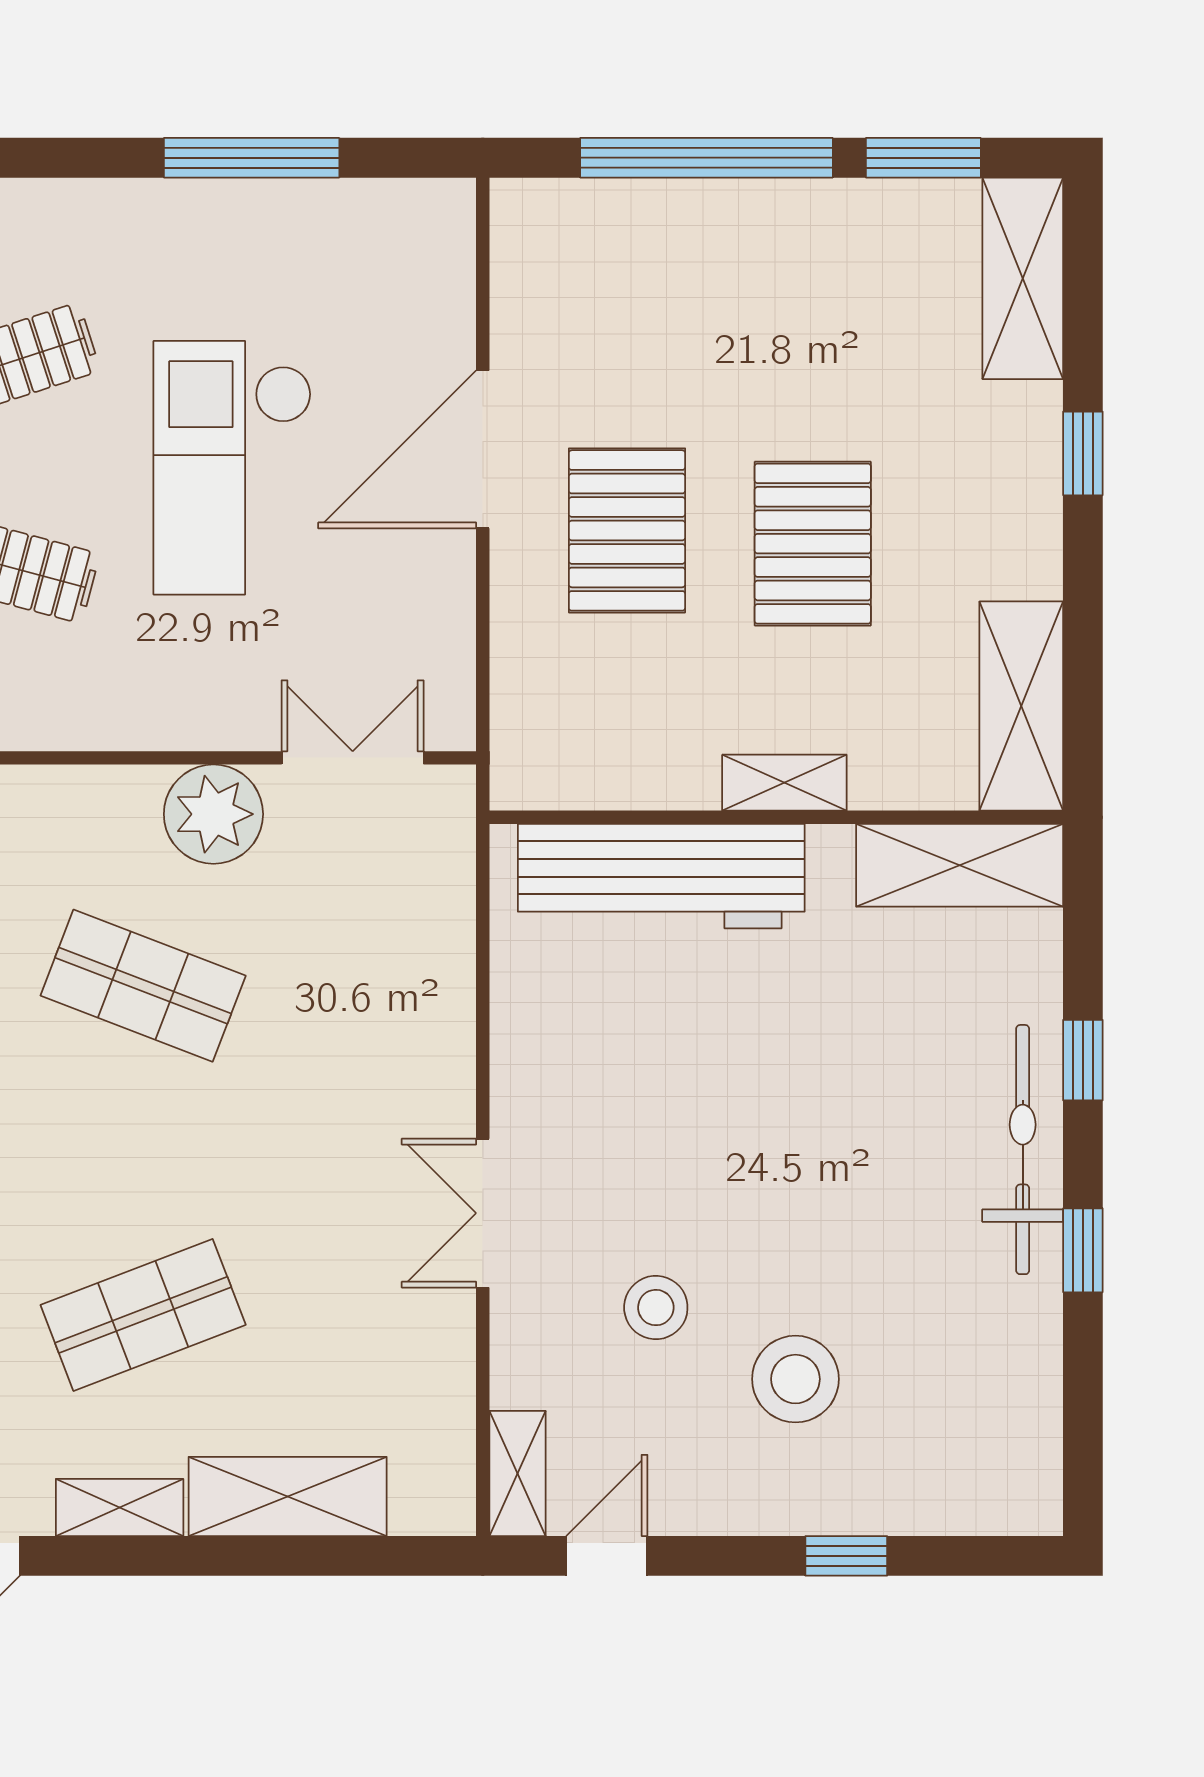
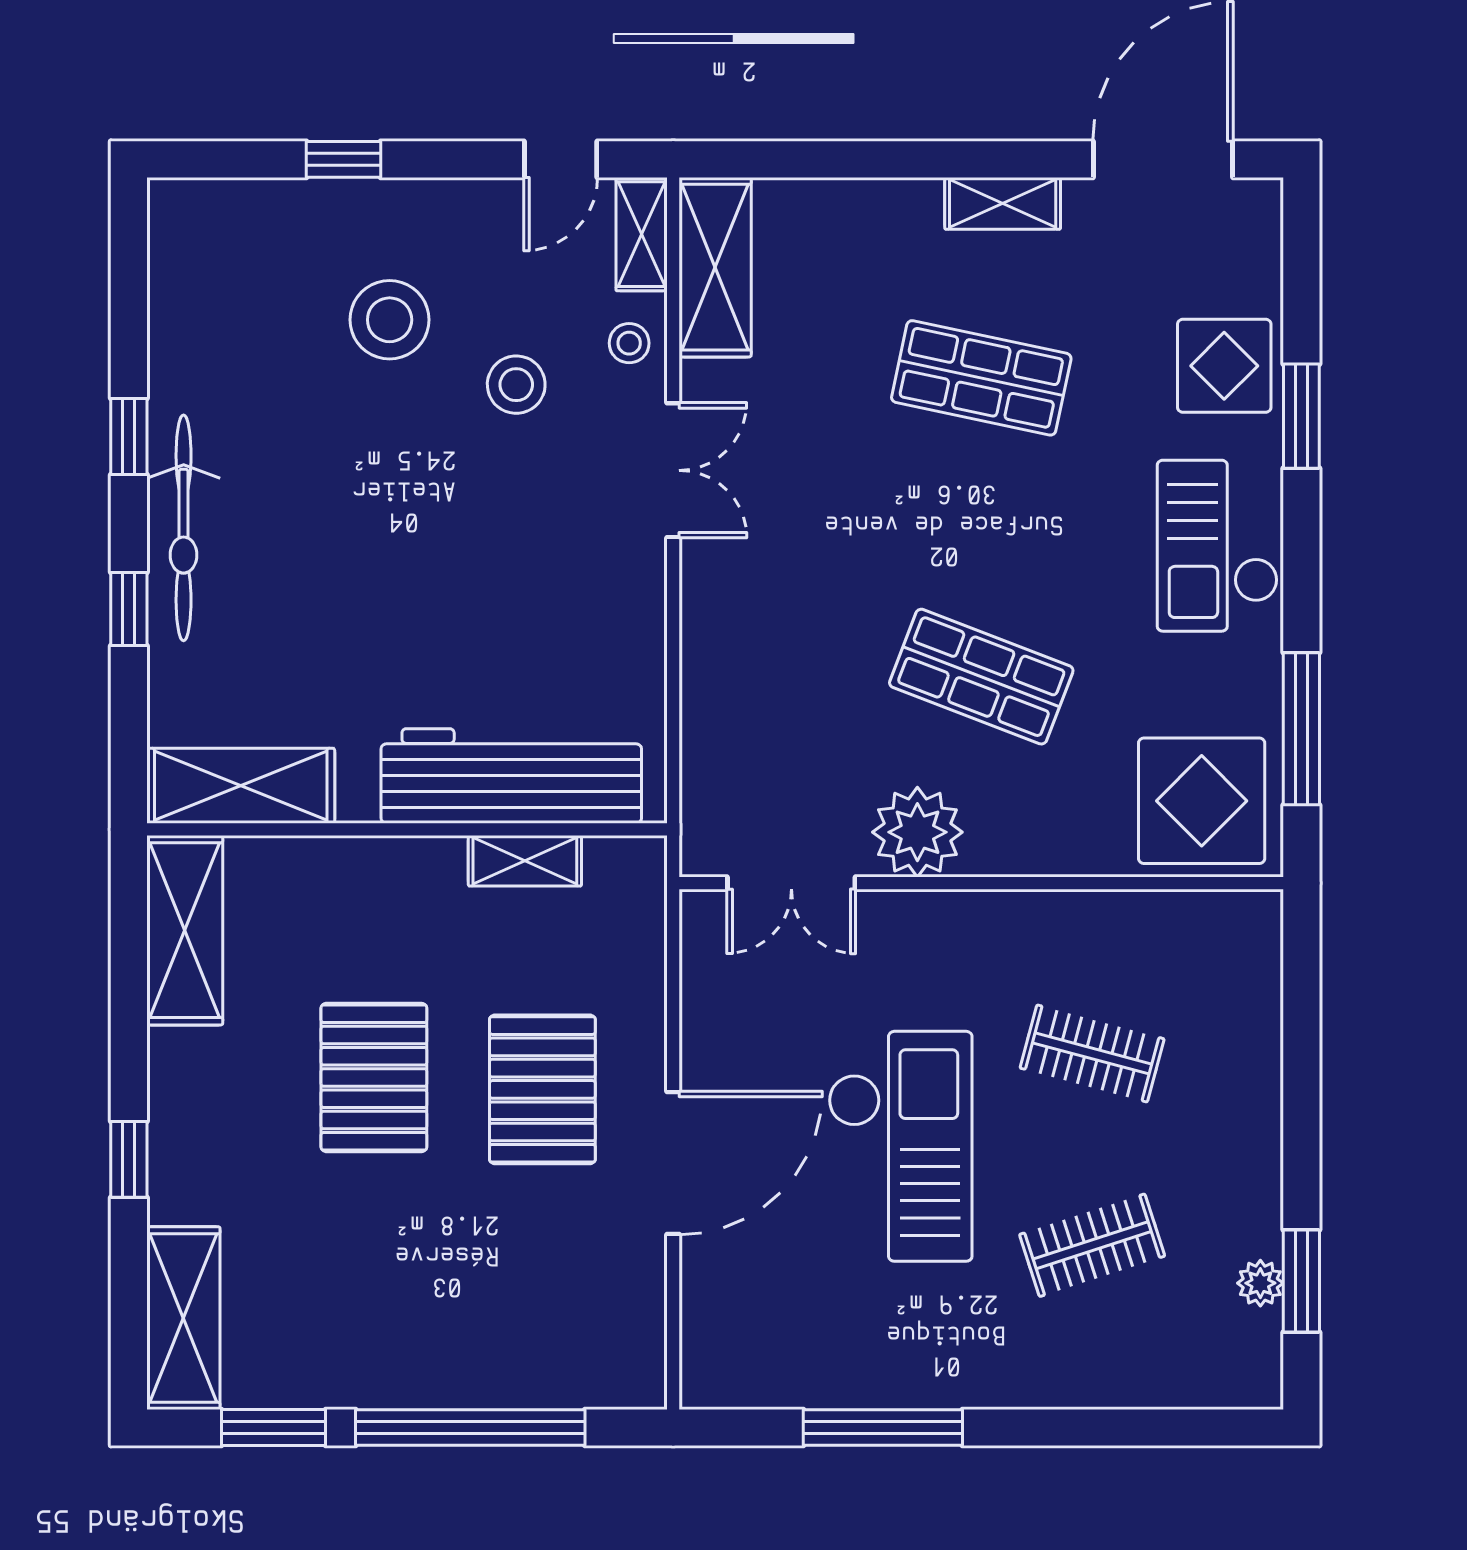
shelving: (784, 783) -> (525, 861), moved
shop shelf: (143, 1315) -> (981, 378), turned 33
stool: (531, 1353) -> (629, 343), added
shelving: (288, 1496) -> (715, 267), moved, turned 90

